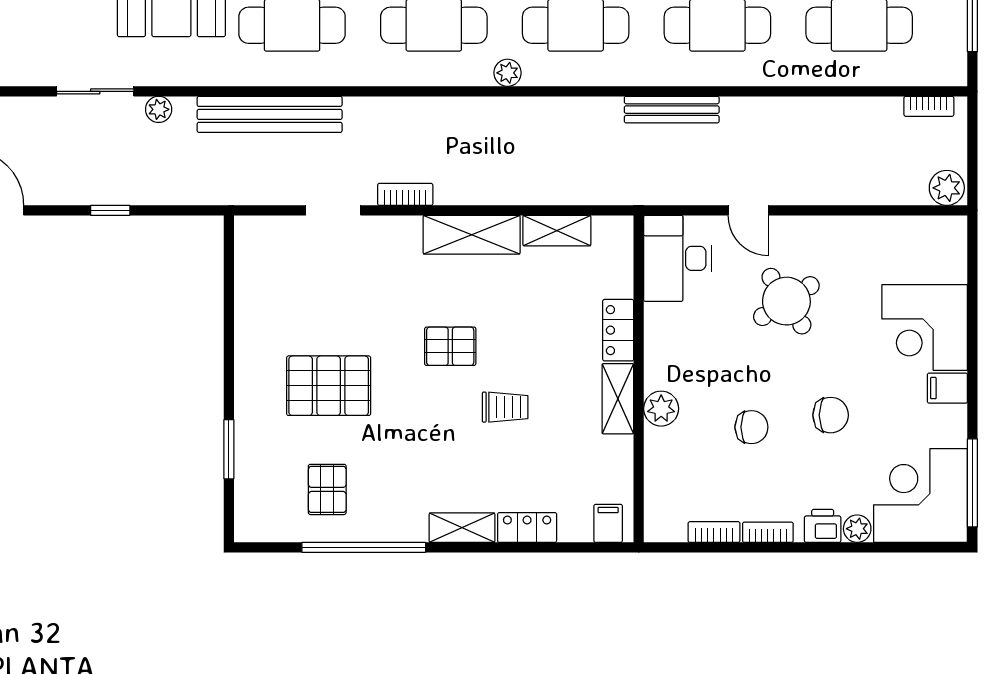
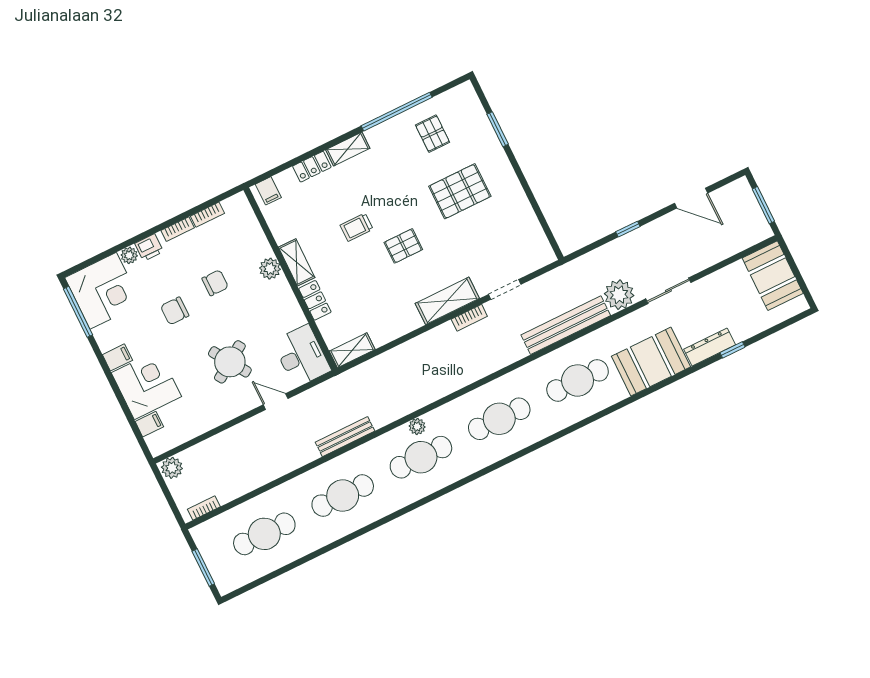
plant: (508, 73) -> (417, 426), moved
plant: (159, 109) -> (619, 295), width x1.88, depth x1.88
shelving: (557, 231) -> (352, 350), moved
shelving: (472, 235) -> (447, 301), moved
filing cabinet: (949, 268) -> (149, 424), added
chair: (751, 427) -> (215, 283), turned 180

